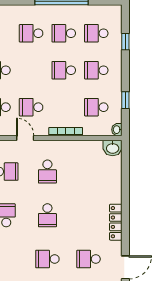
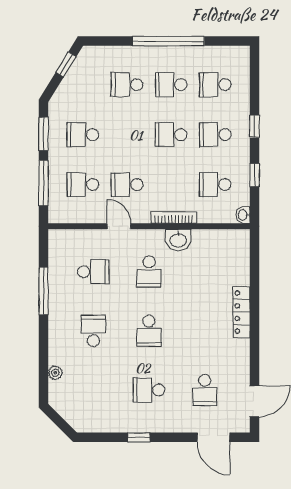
window: (125, 42) -> (255, 126), moved
washbasin: (113, 148) -> (178, 240), moved
locker: (116, 222) -> (242, 312), moved
school desk: (89, 259) -> (205, 390), turned -90

